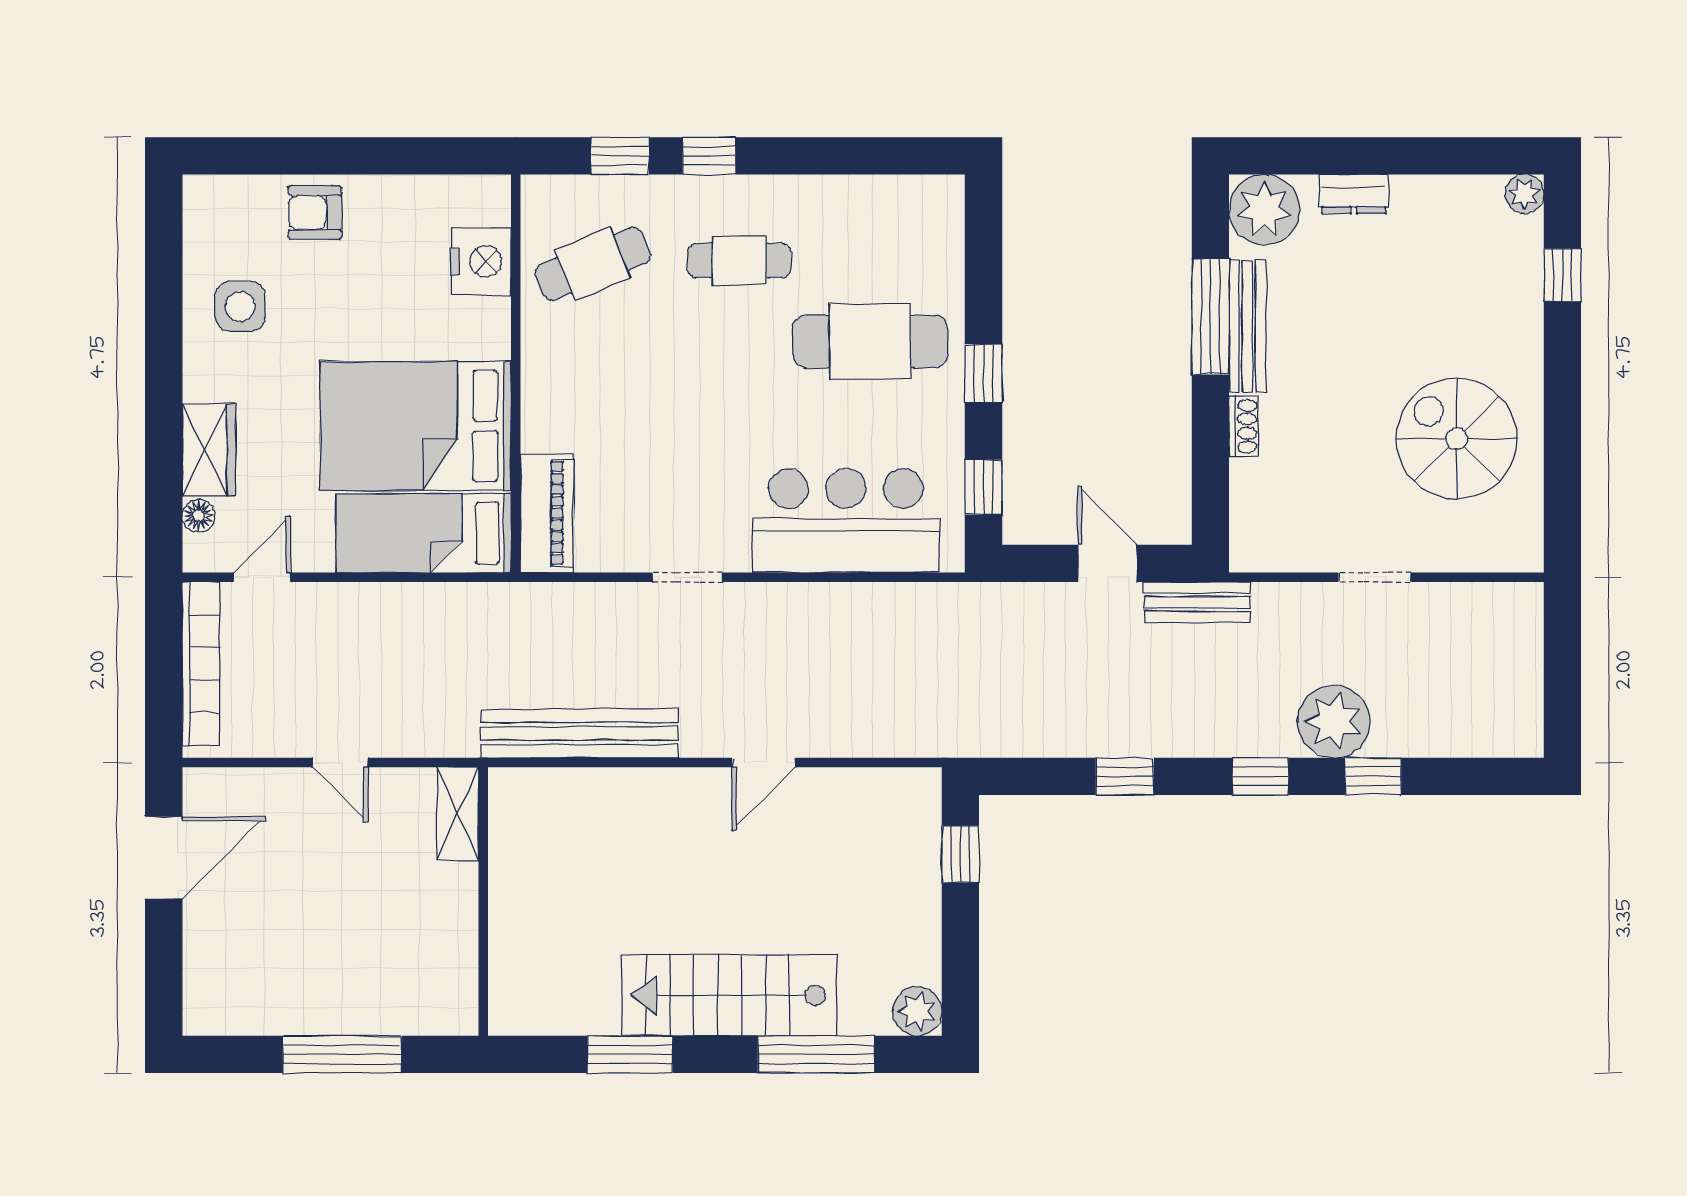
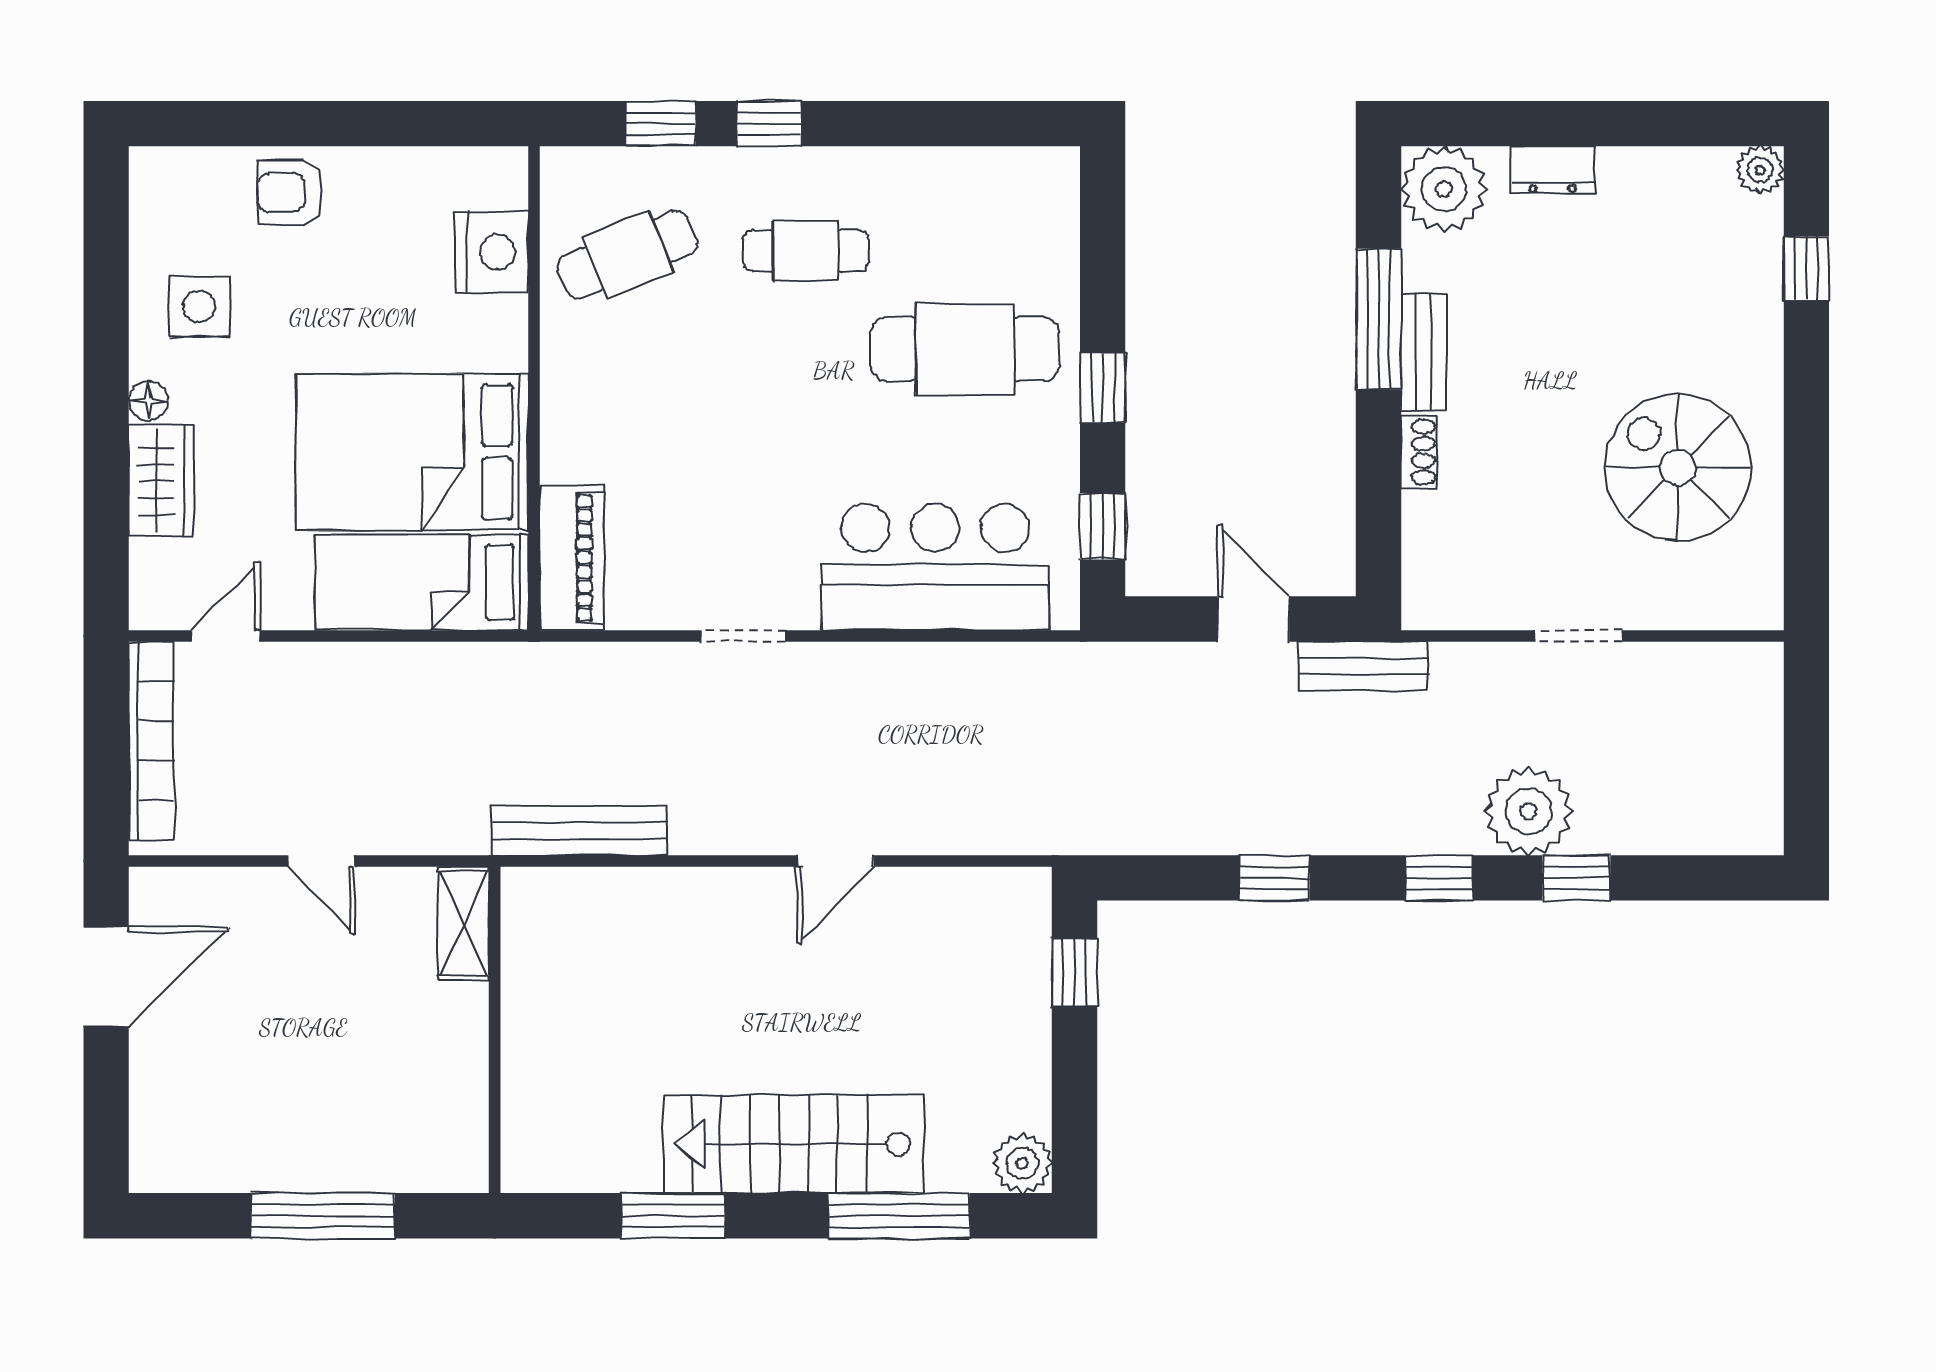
bench: (1247, 326) -> (1423, 352), width x0.73
floor lamp: (198, 516) -> (148, 401), moved
bench: (579, 733) -> (579, 831), width x0.73, depth x0.82

